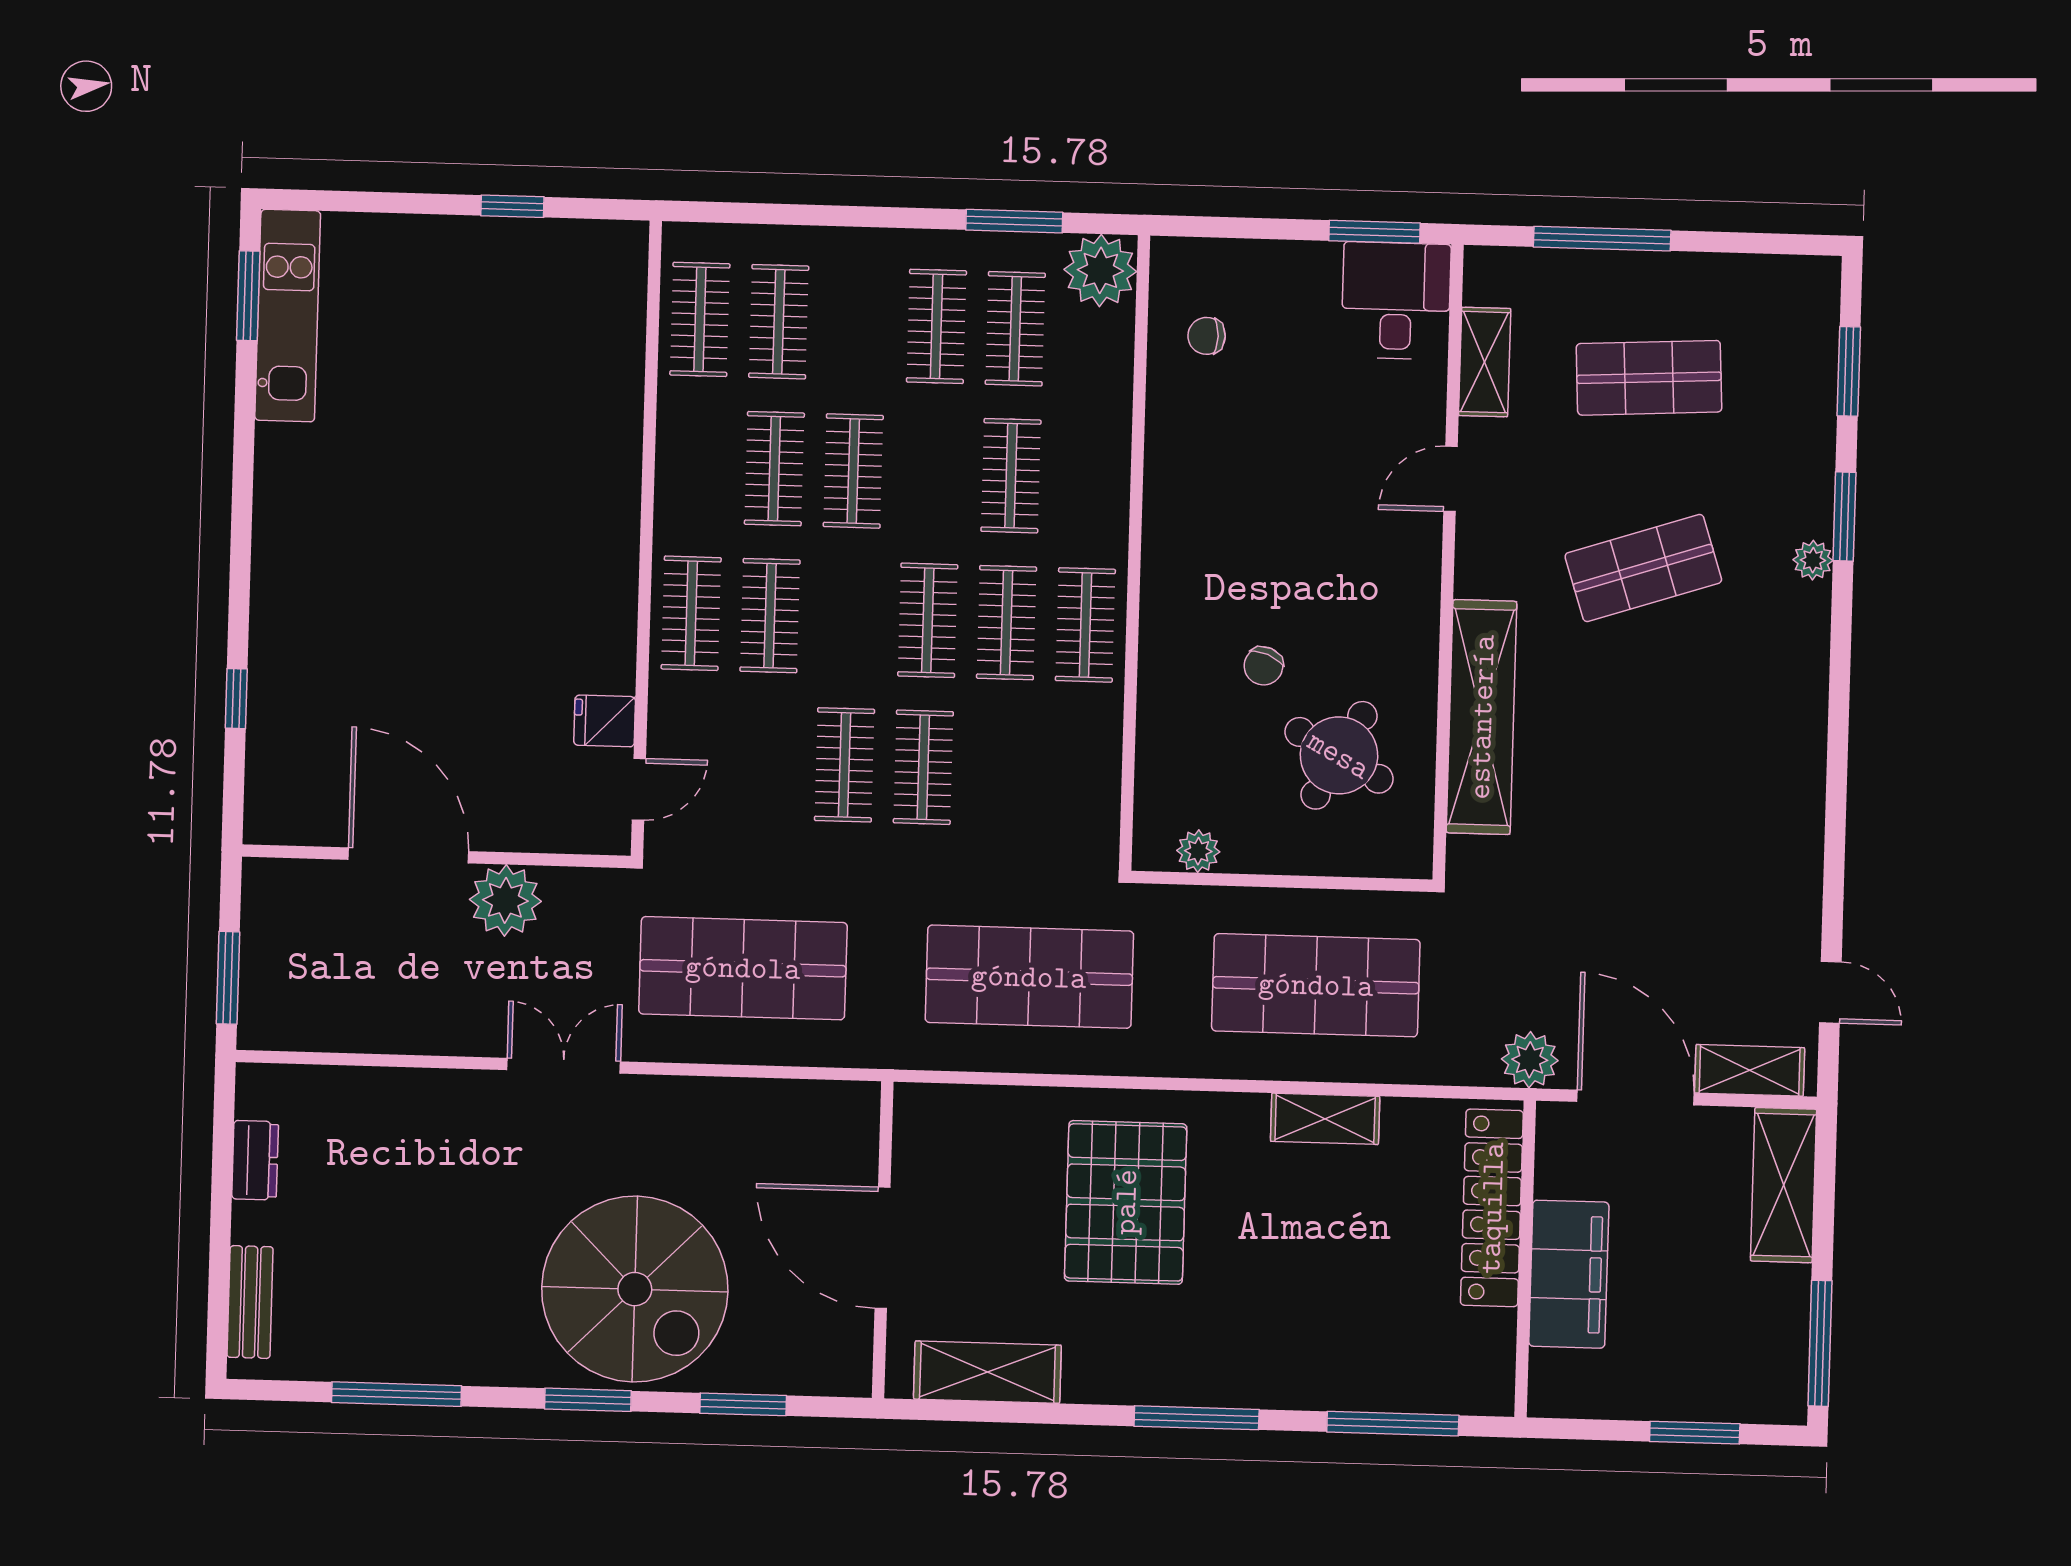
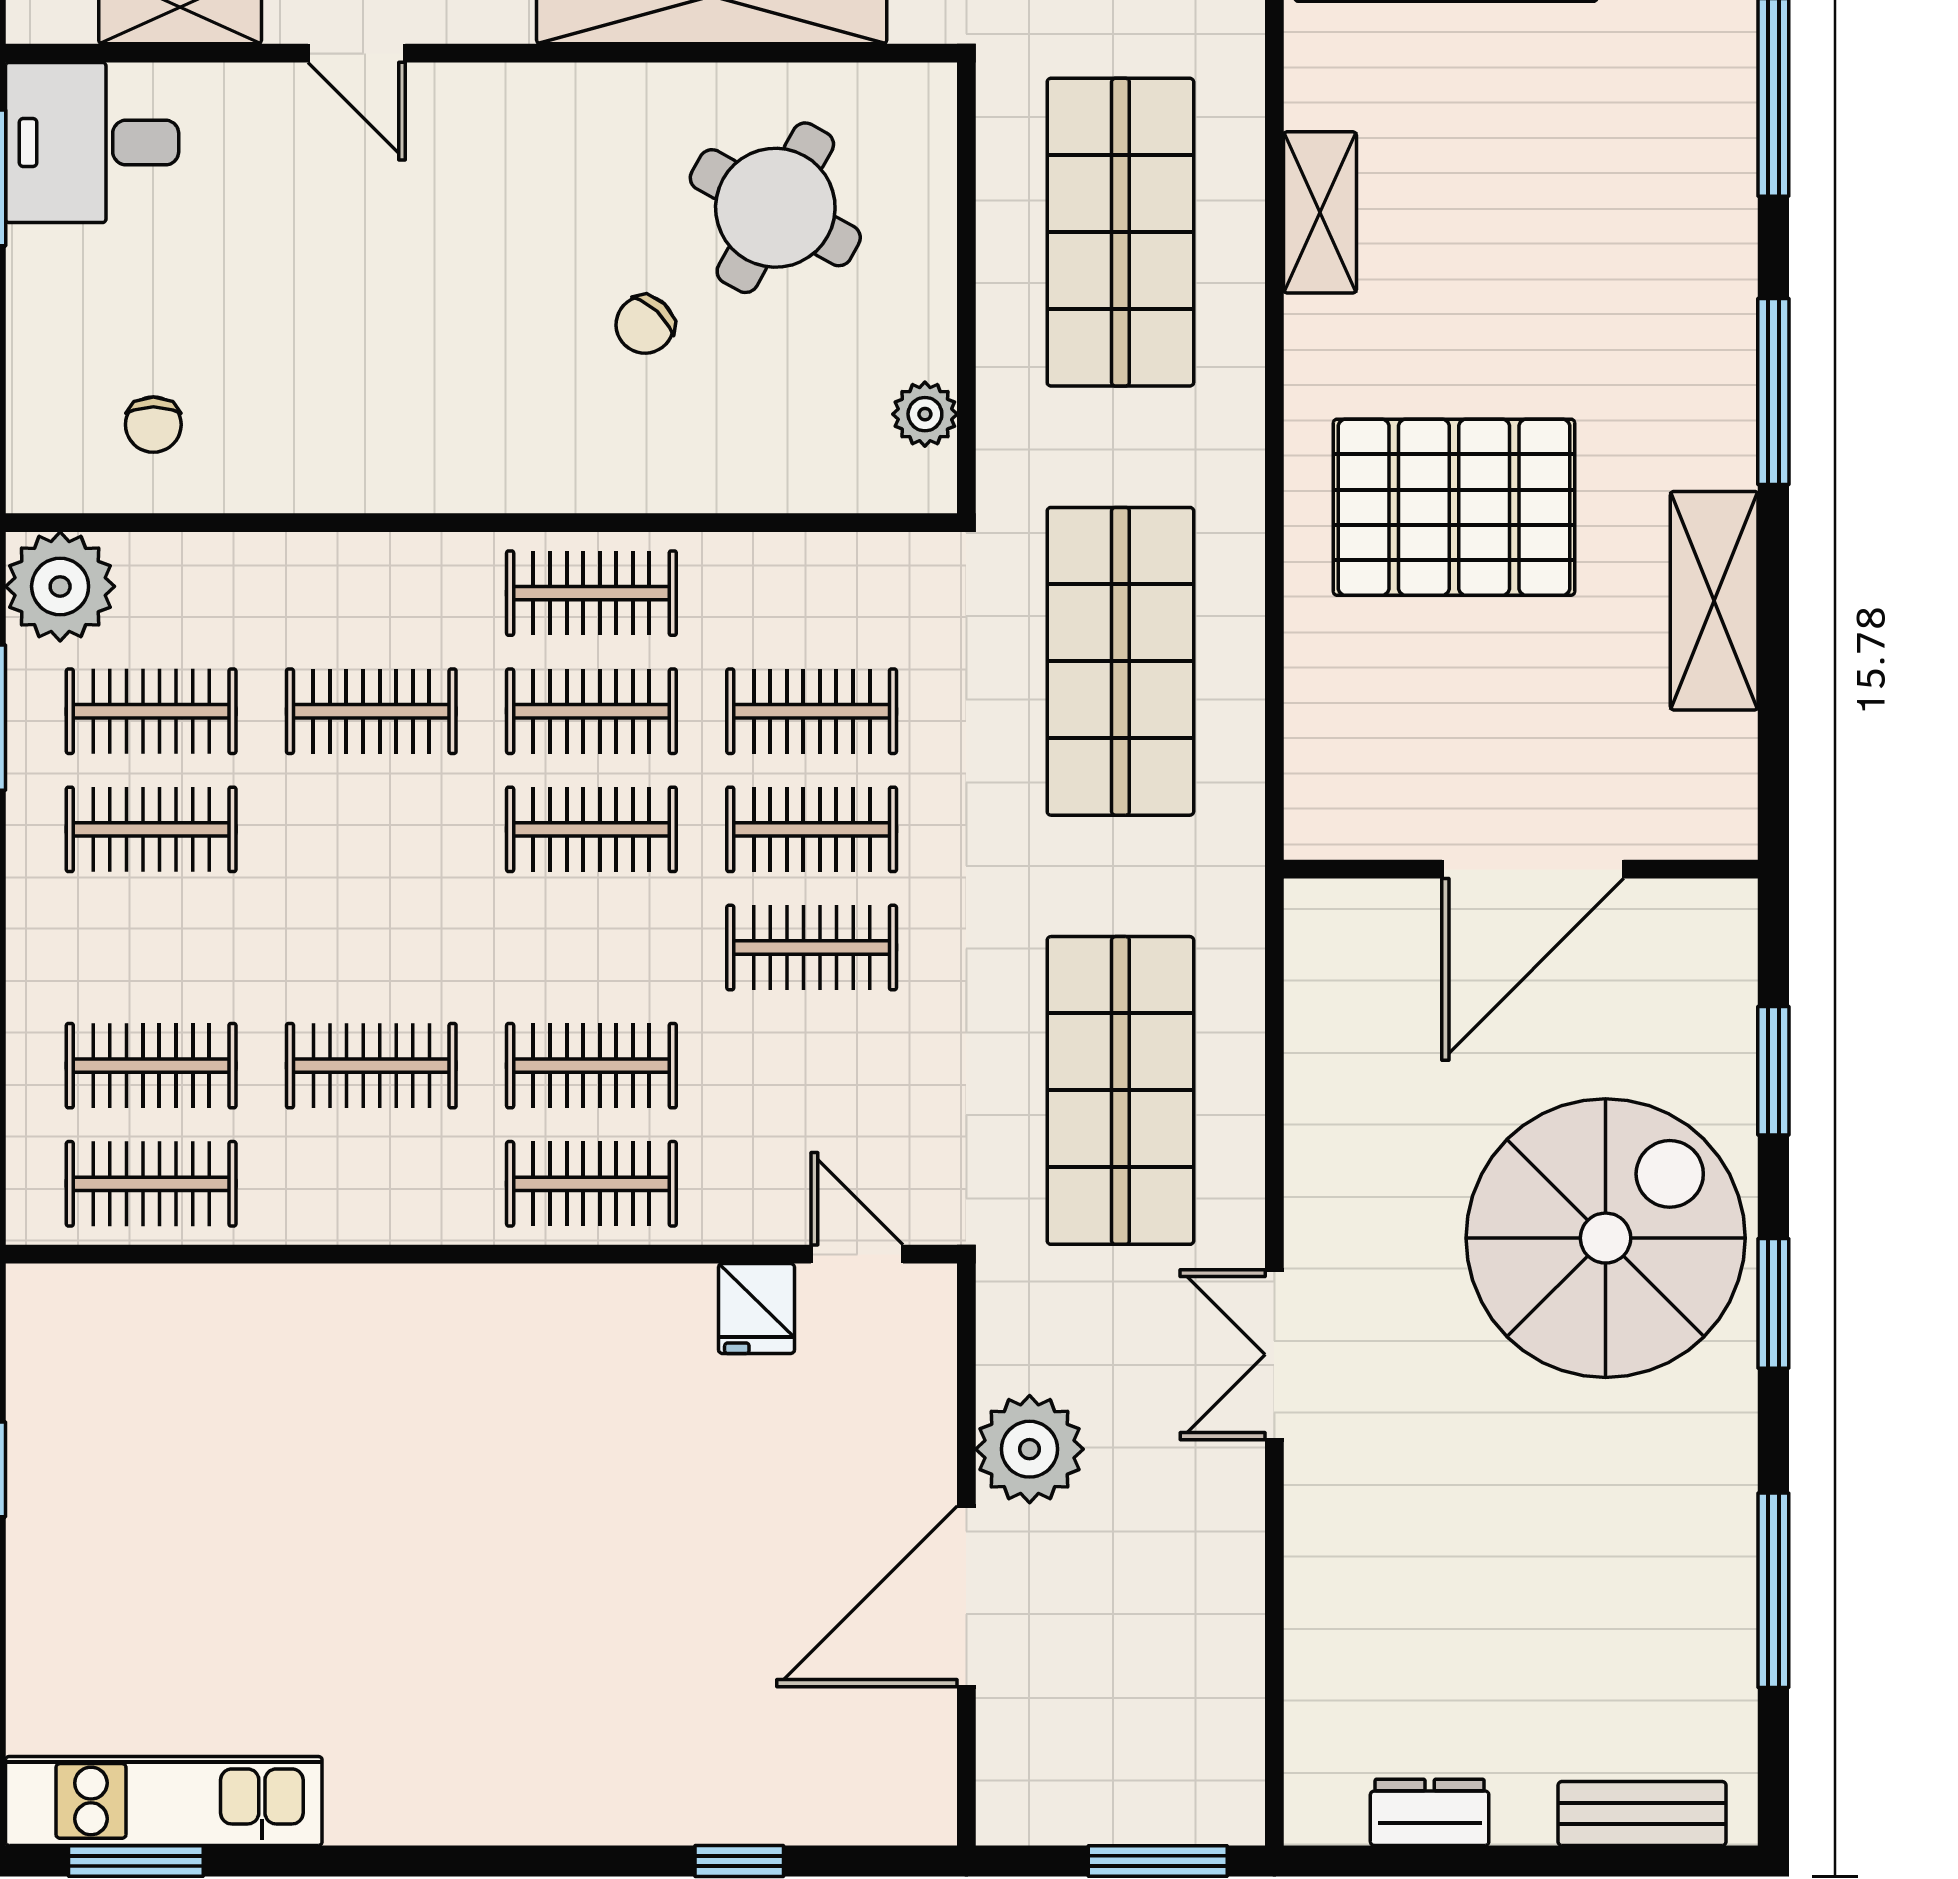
clothes rail: (853, 471) -> (812, 711), moved
chair: (1263, 666) -> (645, 325), turned 111
shelving: (987, 1372) -> (1714, 601), moved

